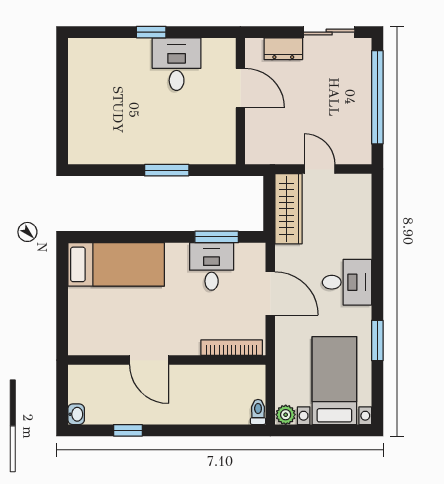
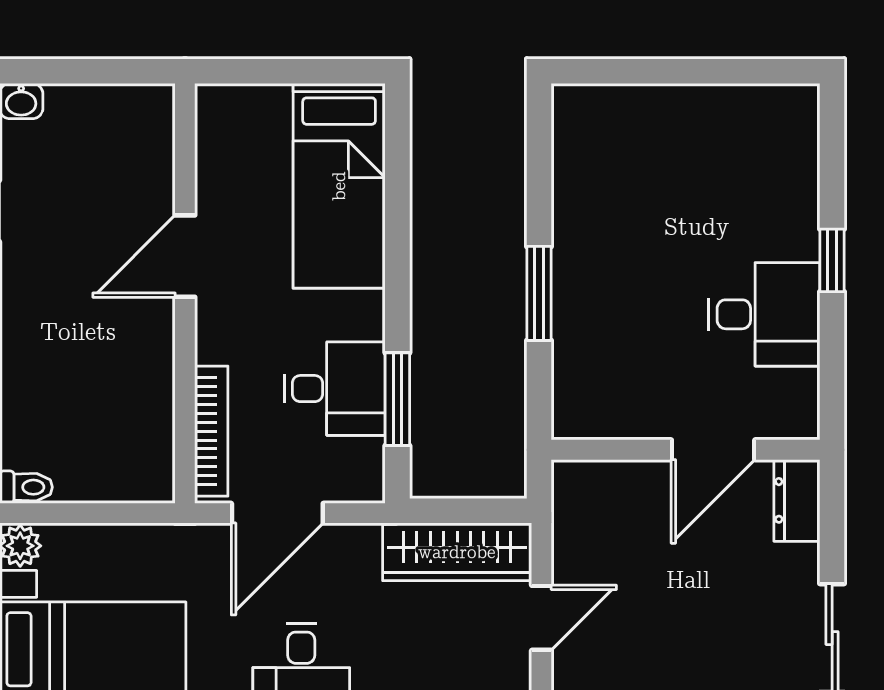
dresser: (283, 49) -> (797, 500), moved
bookcase: (232, 348) -> (211, 431), moved
door: (149, 360) -> (185, 256), moved
wall: (167, 360) -> (185, 293), moved

